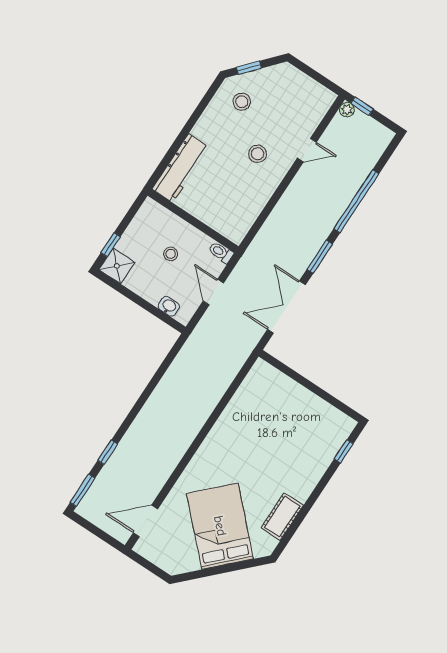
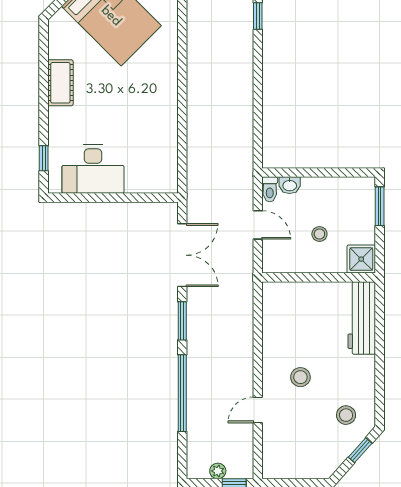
plant: (347, 110) -> (218, 471), moved
window: (111, 245) -> (380, 206), width x1.50
toilet: (221, 252) -> (270, 189), moved, turned 90
shower: (117, 266) -> (361, 259), moved
desk: (311, 418) -> (93, 169), added
cot: (282, 517) -> (60, 83), moved

